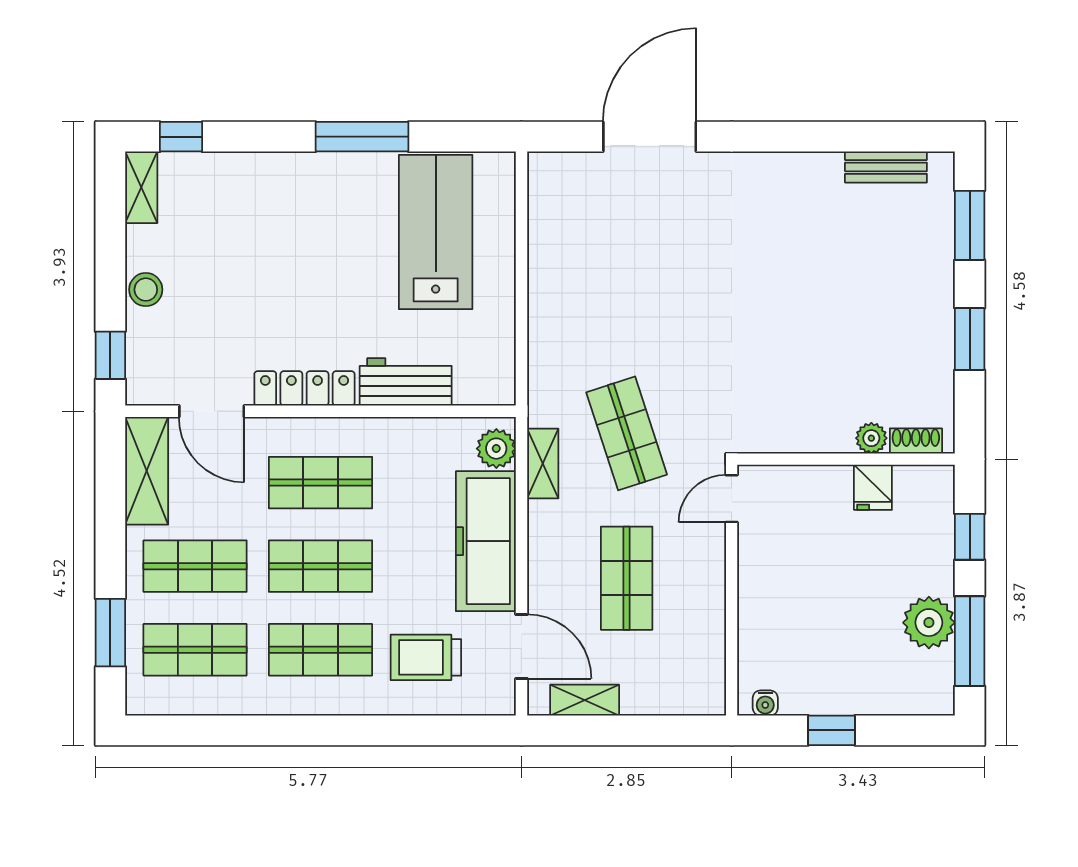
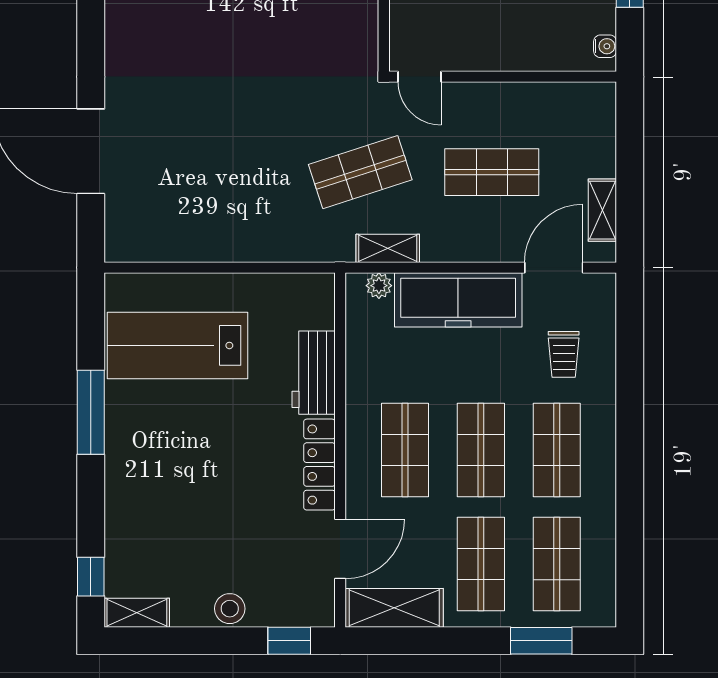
plant: (496, 449) -> (379, 286), width x0.73, depth x0.73
trolley: (426, 657) -> (564, 354), width x0.73, depth x0.72

